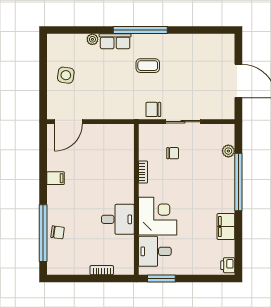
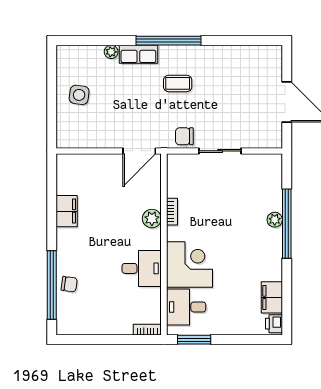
door: (68, 122) -> (139, 151), moved
plant: (228, 151) -> (275, 220), moved
chair: (173, 153) -> (208, 189), removed
filing cabinet: (56, 178) -> (67, 211), width x2.00
plant: (126, 178) -> (152, 219), added
filing cabinet: (226, 227) -> (272, 297), moved
bookcase: (102, 270) -> (147, 330), moved

